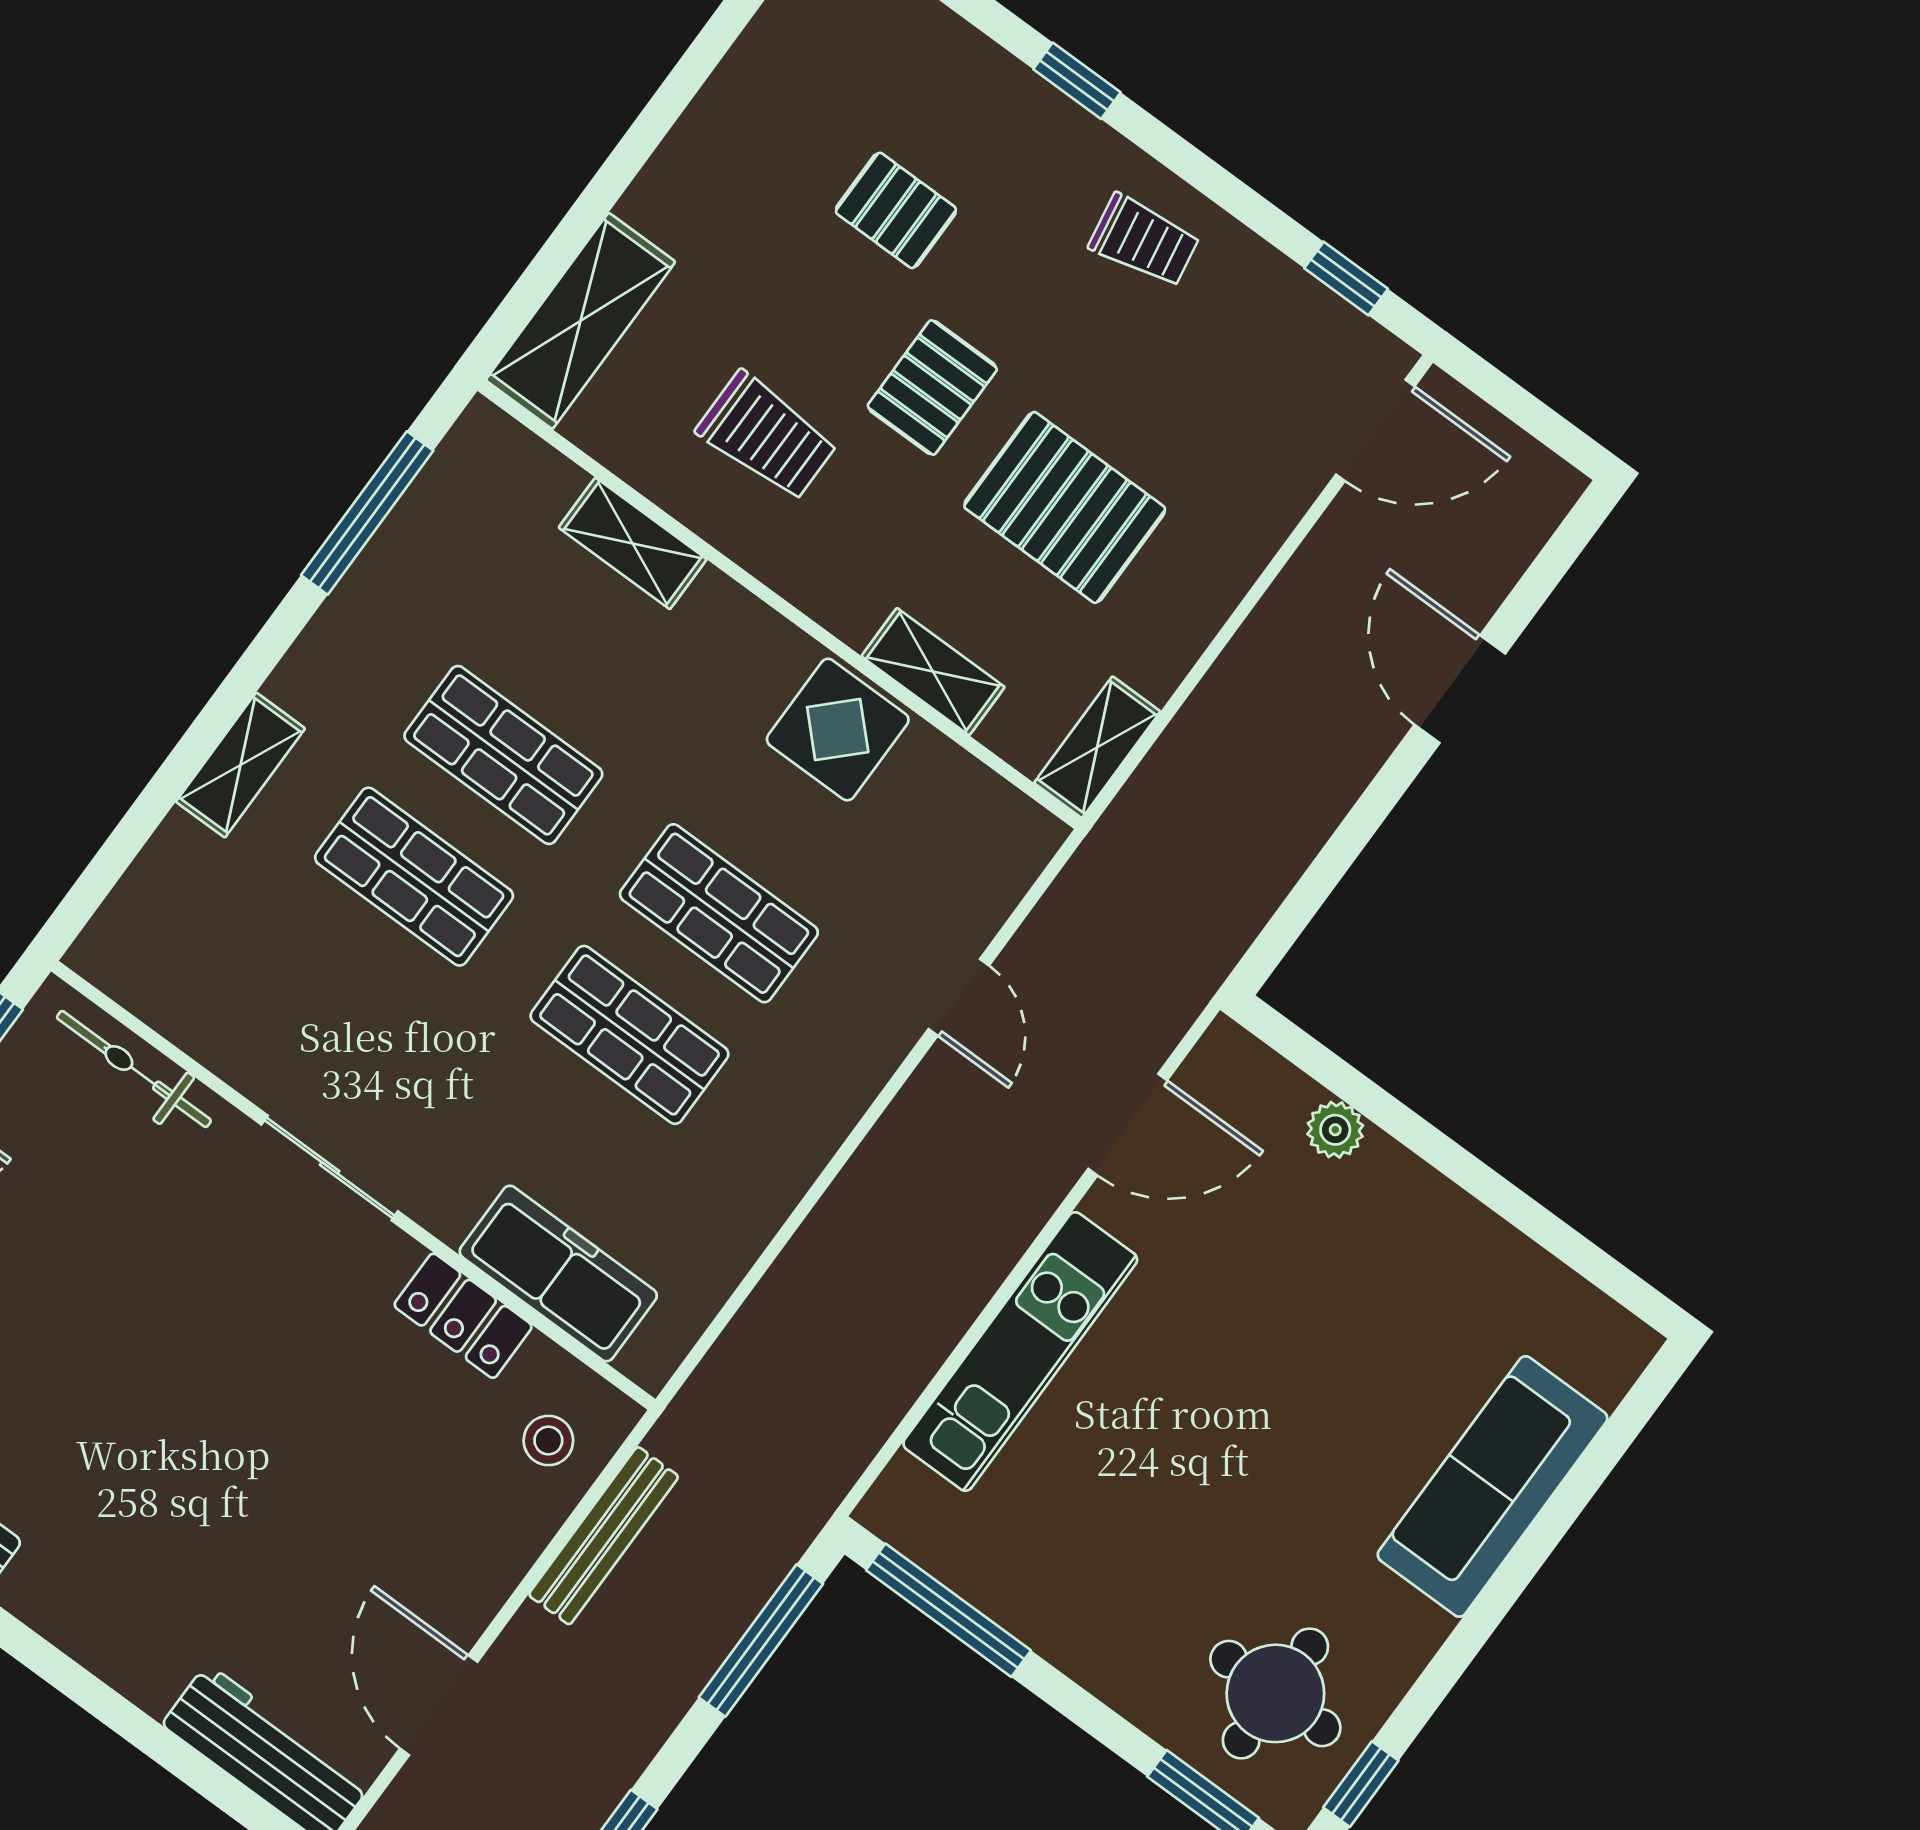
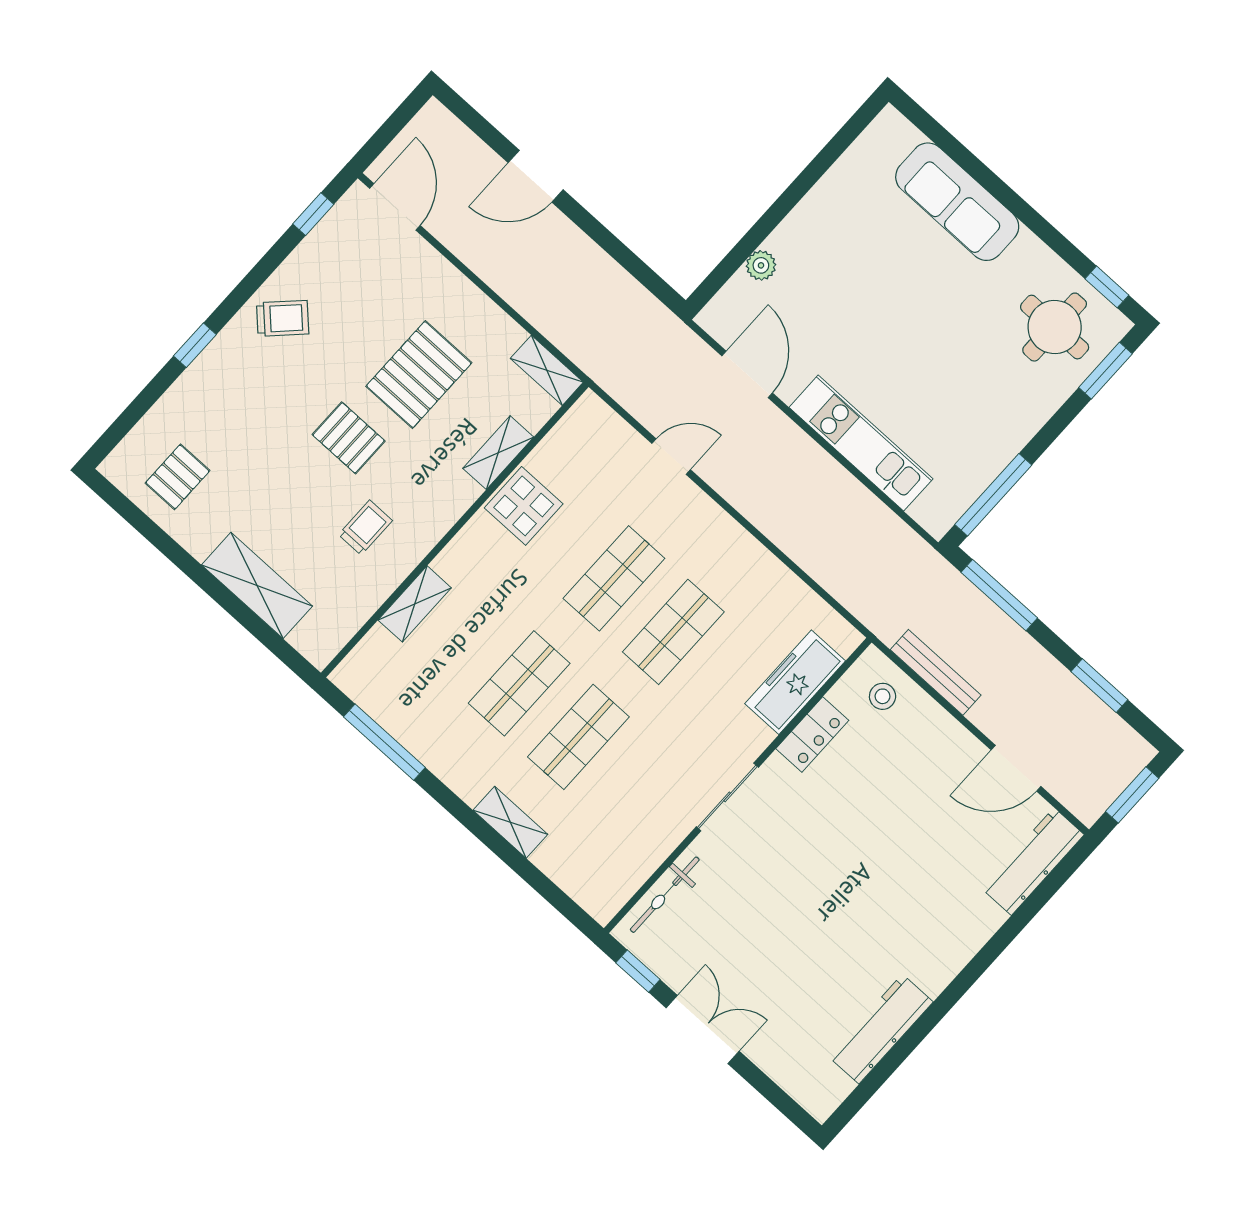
pallet: (896, 210) -> (178, 477), moved
trolley: (1144, 241) -> (283, 318), turned 55
shelving: (580, 321) -> (257, 585), moved
trolley: (767, 436) -> (365, 528), width x0.73, depth x0.72

